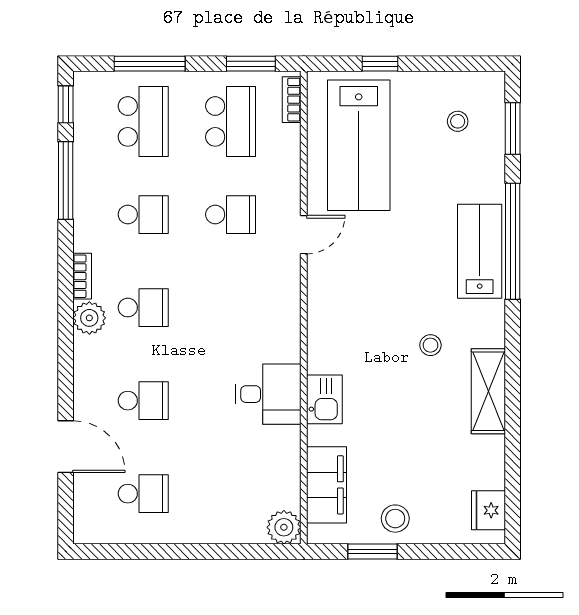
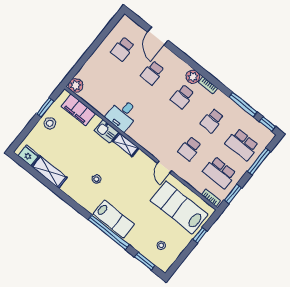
shelving: (320, 342) -> (126, 145), added
shelving: (488, 391) -> (49, 172), moved
door: (66, 447) -> (158, 36), hinge flipped

